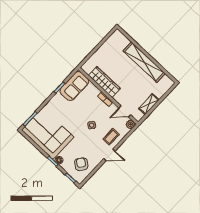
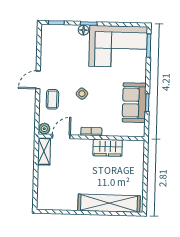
shelving: (144, 62) -> (109, 203), moved
wardrobe: (104, 82) -> (108, 148), width x0.67
sofa: (74, 86) -> (134, 103), moved
shelving: (149, 104) -> (44, 151), moved
armchair: (81, 164) -> (58, 46), removed

